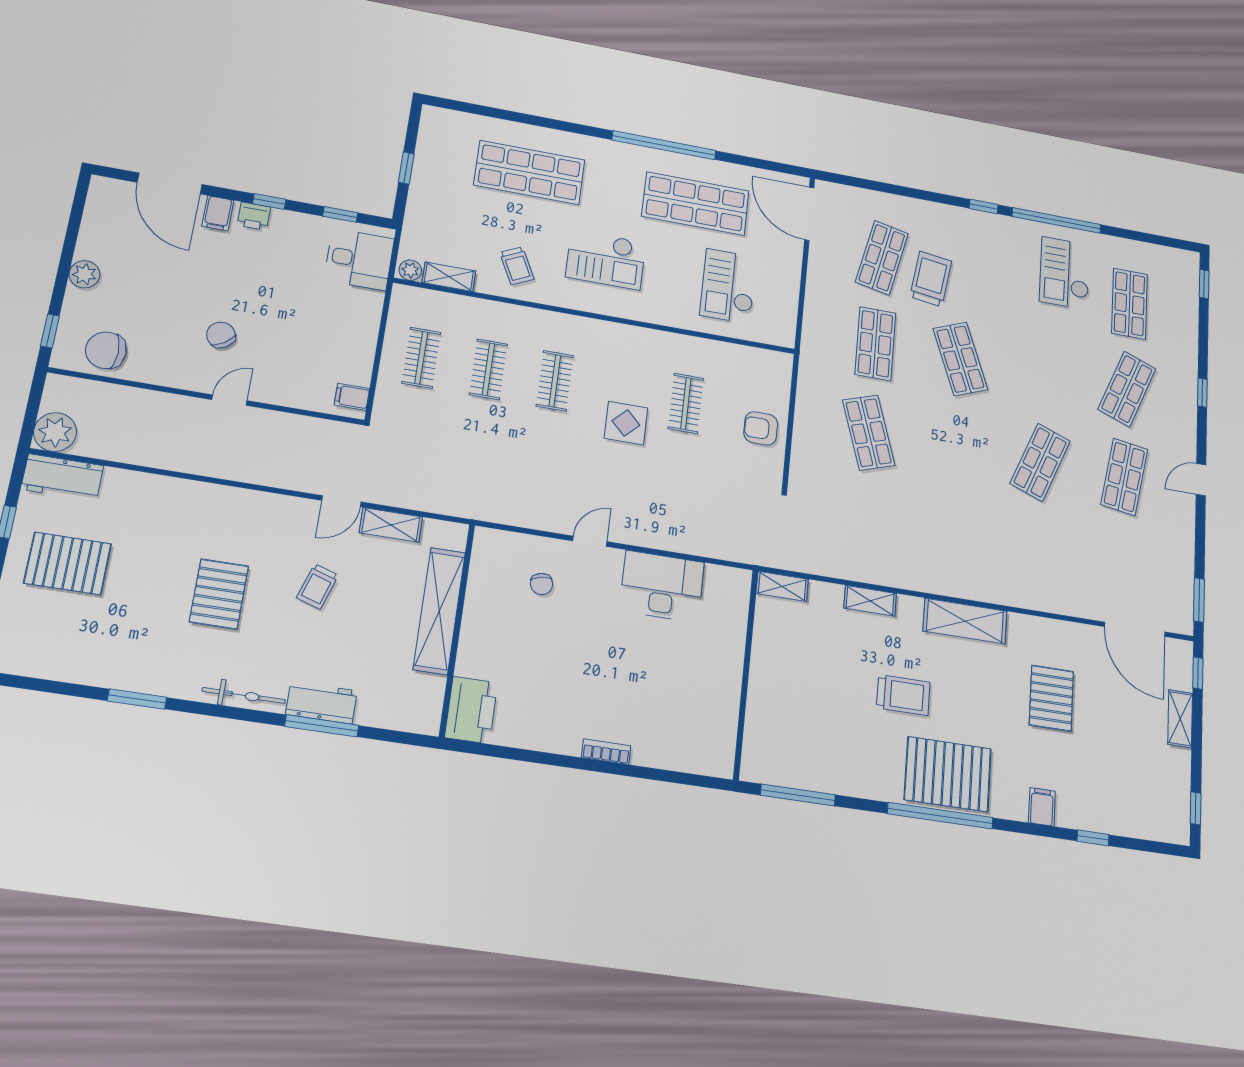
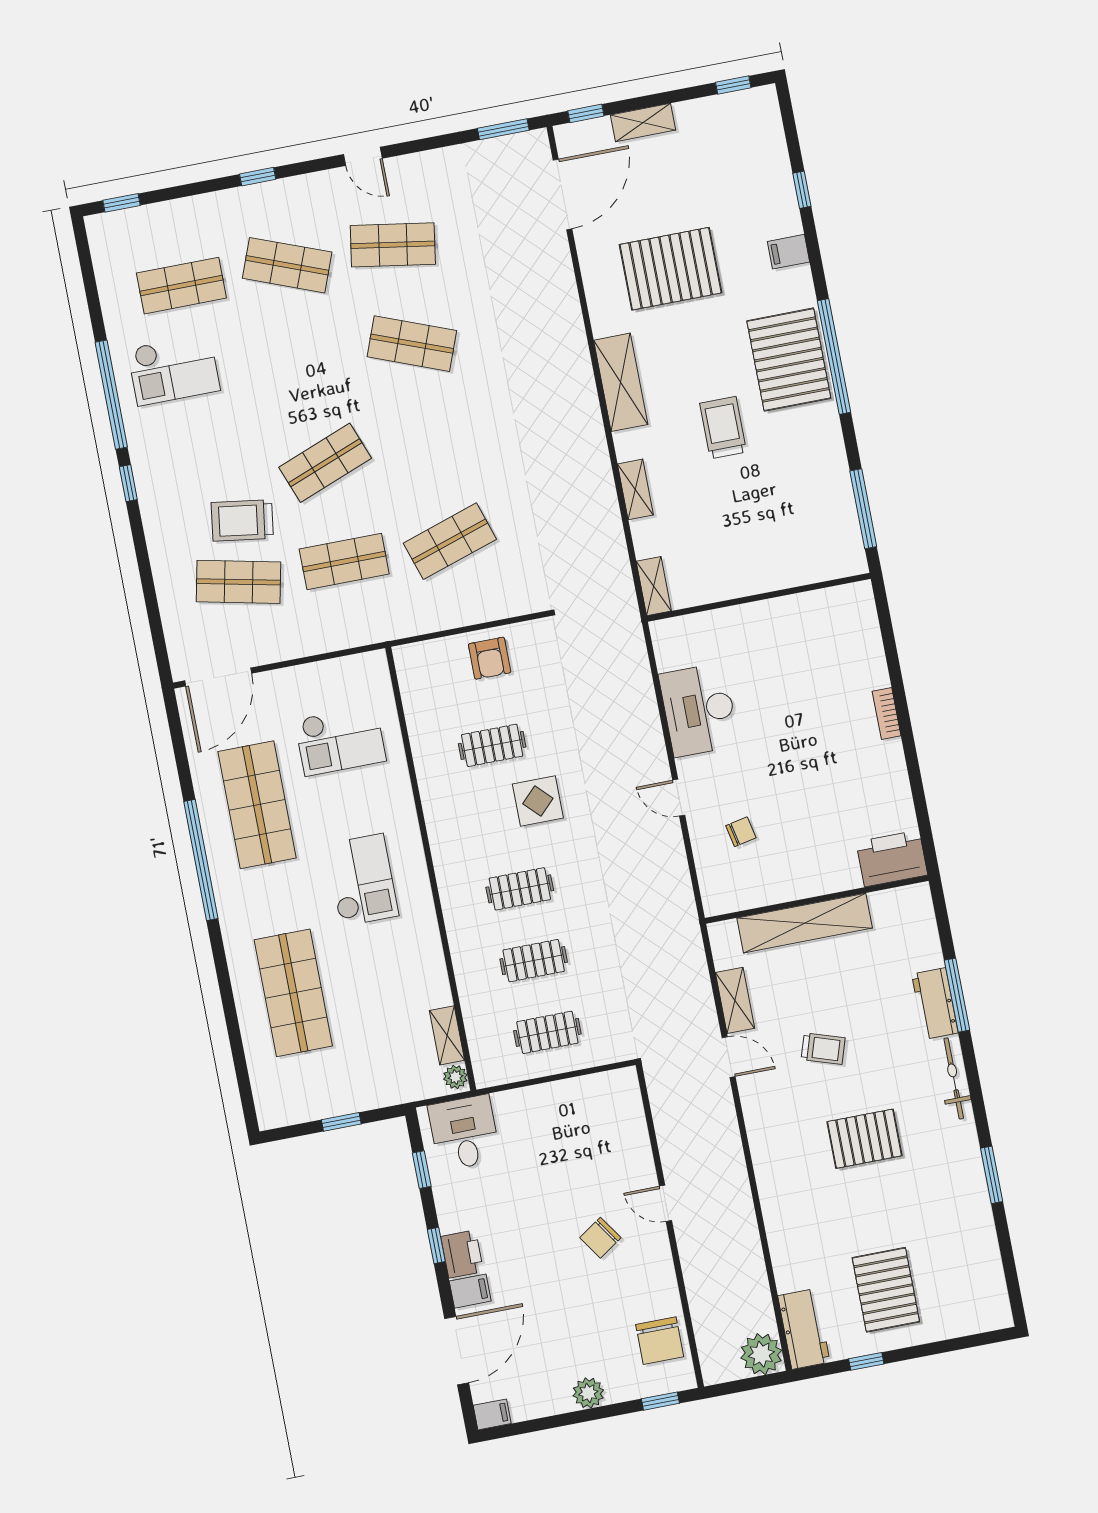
printer: (254, 216) -> (462, 1254), width x1.36, depth x1.24
trolley: (517, 266) -> (407, 970), removed
filing cabinet: (352, 397) -> (492, 1414), moved, turned -90
pallet: (1051, 698) -> (671, 269), width x1.37, depth x1.41

